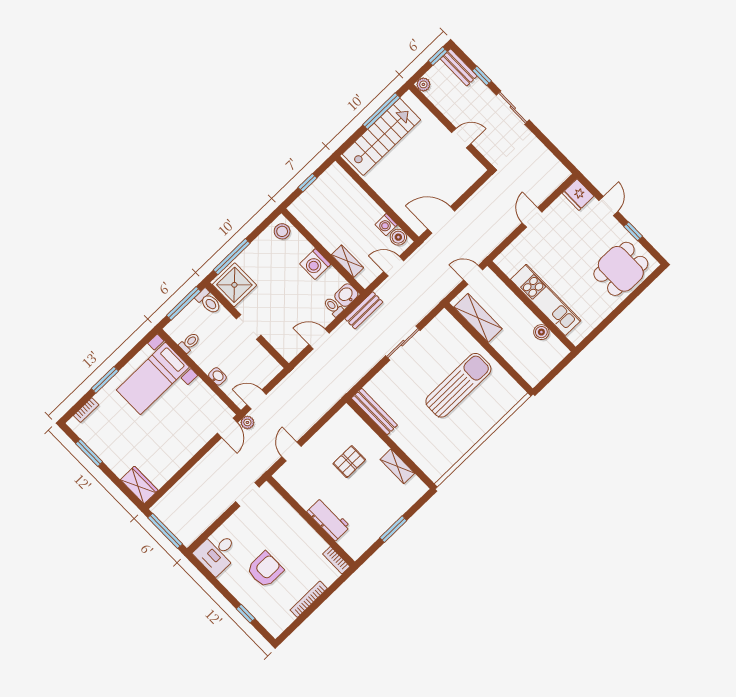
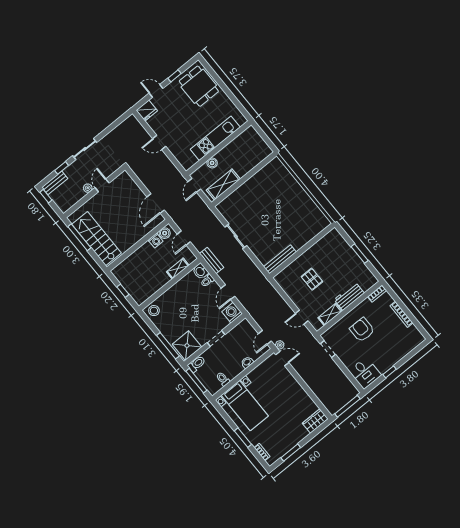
plant: (423, 84) -> (88, 188), moved
washing machine: (315, 264) -> (232, 313), moved, turned 180
boiler: (541, 332) -> (212, 163), moved
sun lounger: (458, 385) -> (267, 202), removed
shelving: (397, 466) -> (330, 314), moved
armchair: (265, 570) -> (362, 330), moved
window: (246, 614) -> (390, 372), moved

